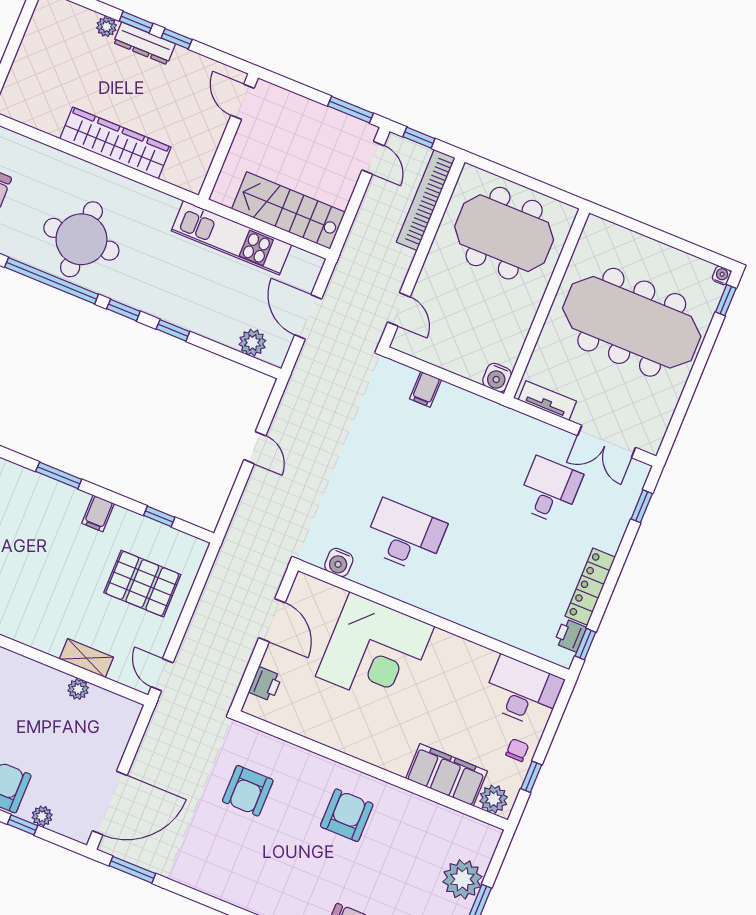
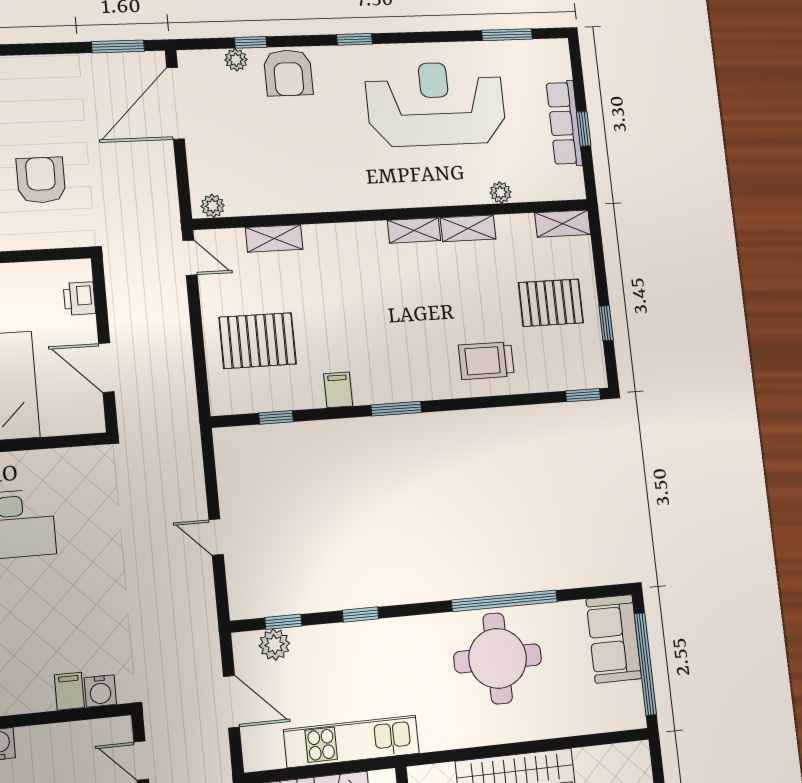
window: (123, 310) -> (283, 622), moved
water cooler: (339, 562) -> (100, 691), moved, turned 180
plant: (78, 689) -> (213, 206), moved

